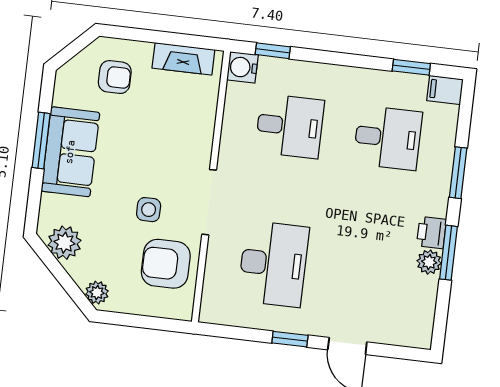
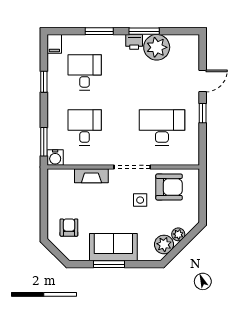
window: (273, 51) -> (44, 142), width x1.50
fireplace: (183, 59) -> (91, 176), moved, turned 90
window: (411, 67) -> (44, 82), moved
plant: (429, 262) -> (157, 47), width x1.87, depth x1.87
armchair: (166, 264) -> (169, 187), turned -90
plant: (97, 293) -> (178, 234), moved

